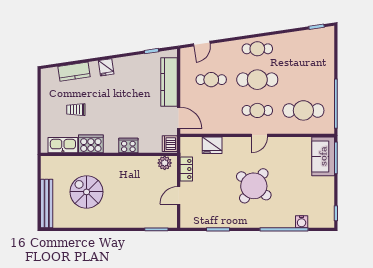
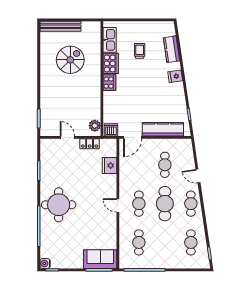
door: (202, 44) -> (198, 176), moved
cafe table: (303, 49) -> (191, 242), added
cafe table: (303, 110) -> (139, 242), width x0.73, depth x0.74
cooker: (128, 146) -> (109, 83), moved
round table: (254, 186) -> (59, 205), moved, turned -37
water cooler: (302, 222) -> (45, 263), moved

